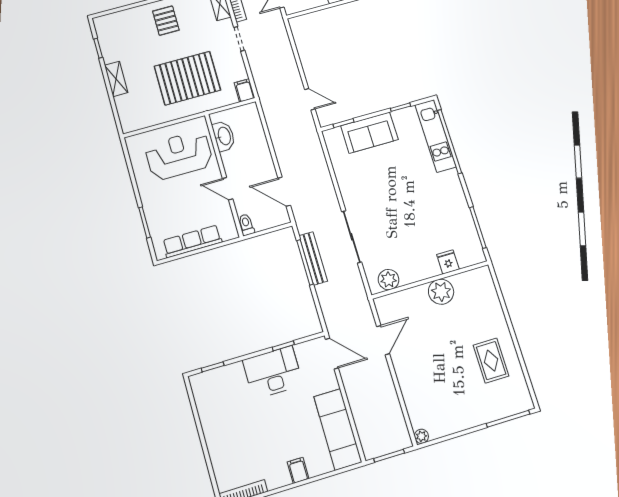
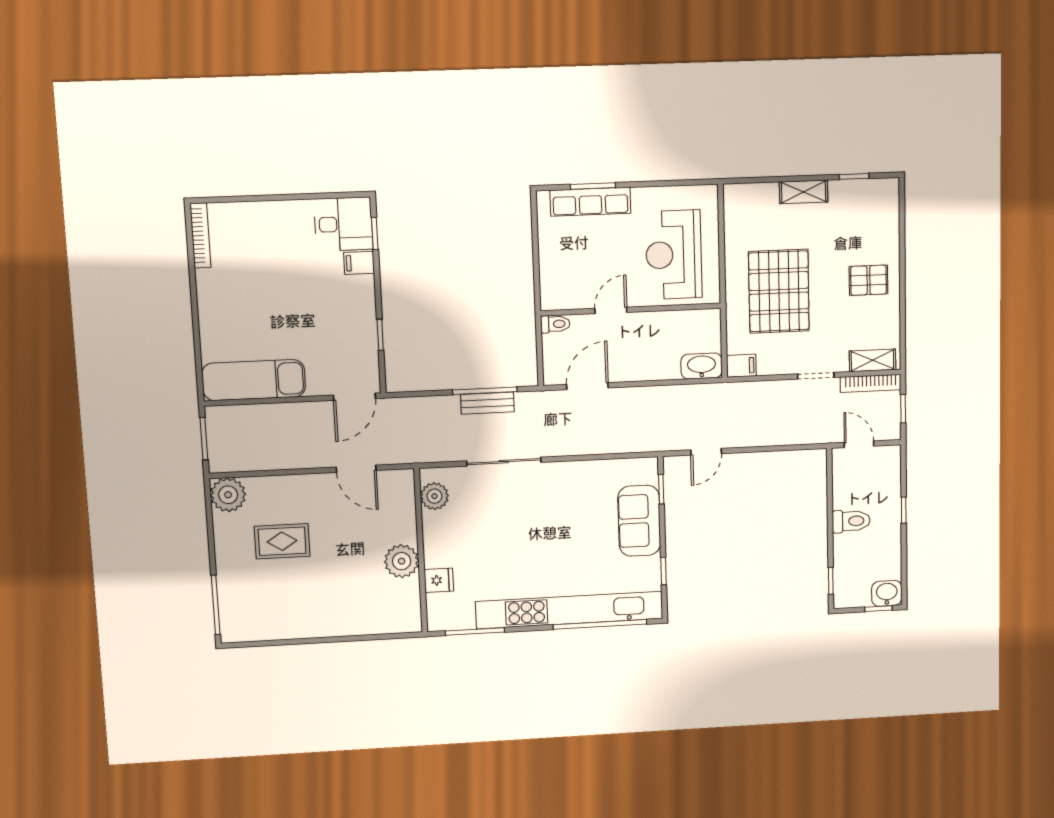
washbasin: (224, 136) -> (702, 366), moved, turned 180
kitchen unit: (435, 136) -> (569, 610), width x1.86
reception desk: (179, 155) -> (674, 255), turned 180
row of seats: (192, 241) -> (590, 202), moved, turned 90
bench: (313, 258) -> (487, 403), width x0.73
rug: (491, 361) -> (282, 541), moved
desk: (273, 372) -> (343, 224), moved, width x0.73
plant: (421, 436) -> (228, 495), width x1.87, depth x1.87
filing cabinet: (298, 470) -> (359, 263), moved, turned 180

